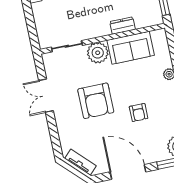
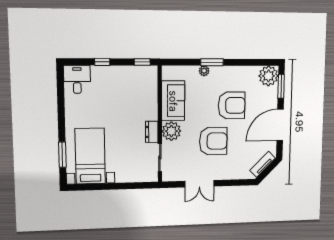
dresser: (122, 26) -> (152, 132), moved
armchair: (139, 112) -> (232, 105), width x1.88, depth x1.88

